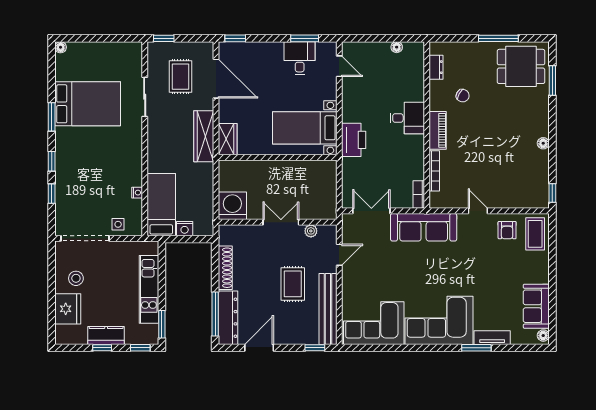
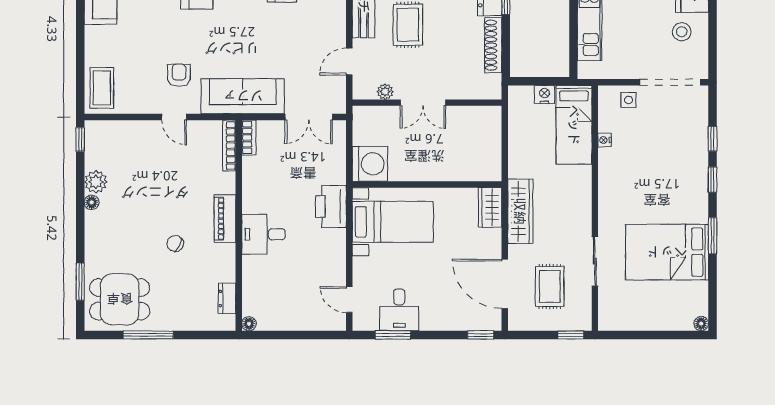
floor lamp: (397, 47) -> (249, 324), moved
chair: (463, 96) -> (175, 243), moved
plant: (540, 159) -> (96, 182), added
bookcase: (434, 171) -> (229, 146), moved
washing machine: (232, 206) -> (370, 164), moved, turned -90
armchair: (507, 230) -> (179, 75), moved

